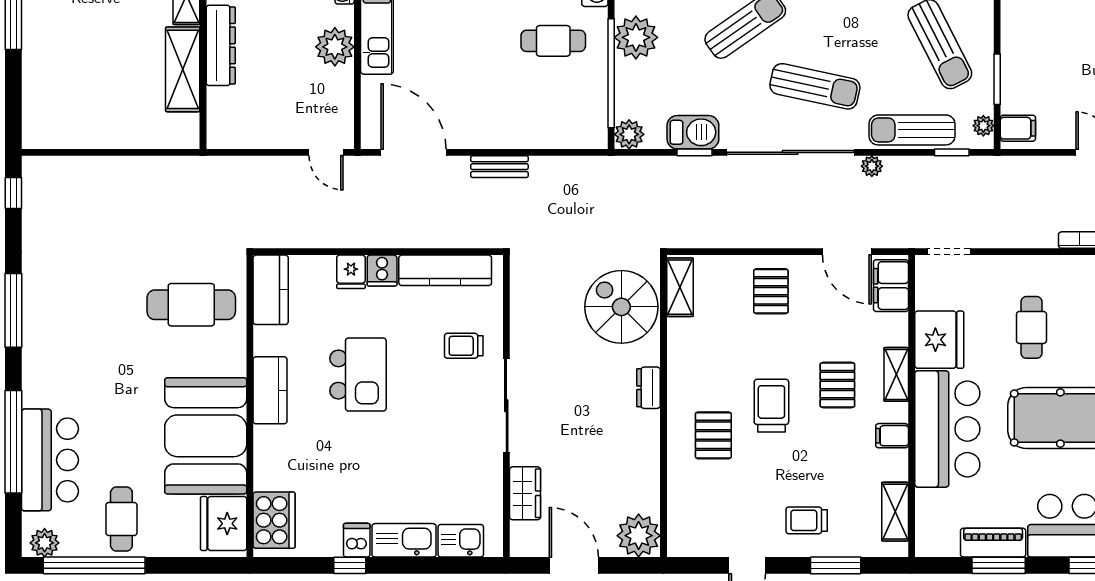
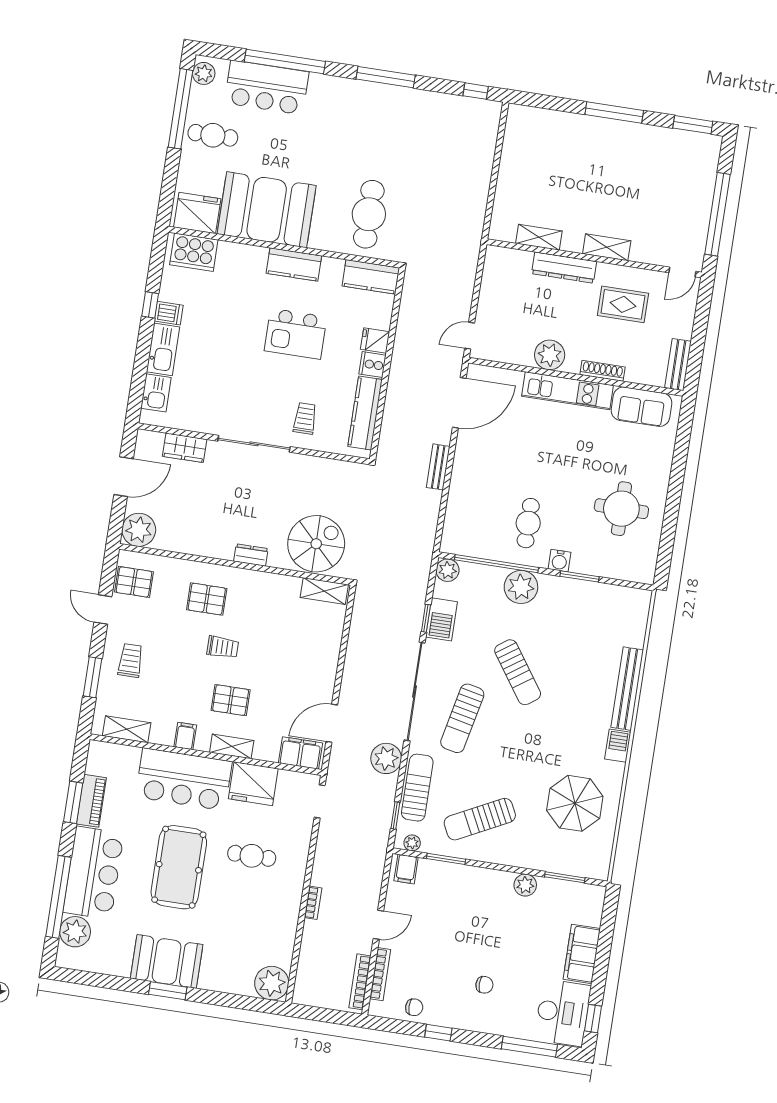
shelving: (183, 69) -> (539, 237), width x0.67, depth x0.75
plant: (872, 166) -> (386, 758), width x1.88, depth x1.88
pallet: (771, 291) -> (134, 582), moved
trolley: (771, 406) -> (223, 647), width x0.73, depth x0.72

